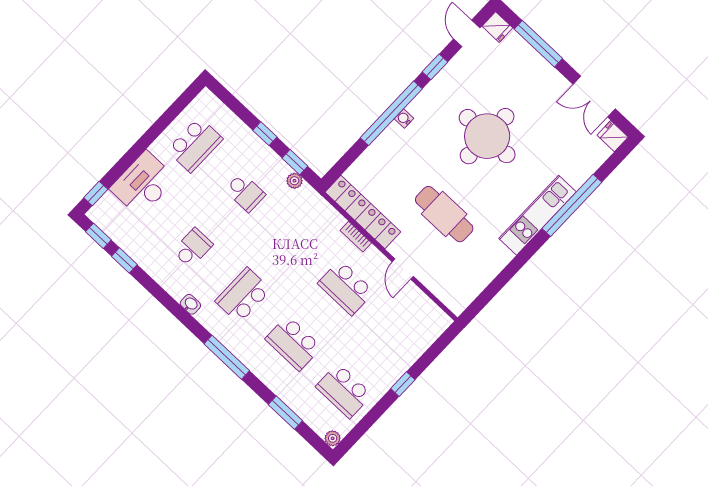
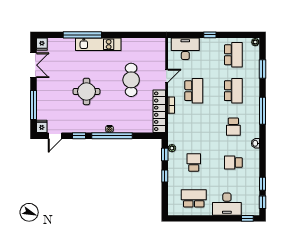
round table: (487, 136) -> (86, 91), width x0.73, depth x0.73
school desk: (243, 295) -> (233, 127), width x0.54
desk: (416, 331) -> (185, 49), added

